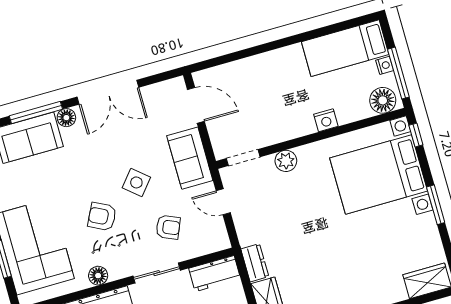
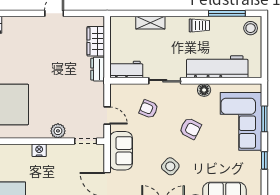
nightstand: (326, 120) -> (39, 150), moved
side table: (136, 182) -> (170, 166), moved

